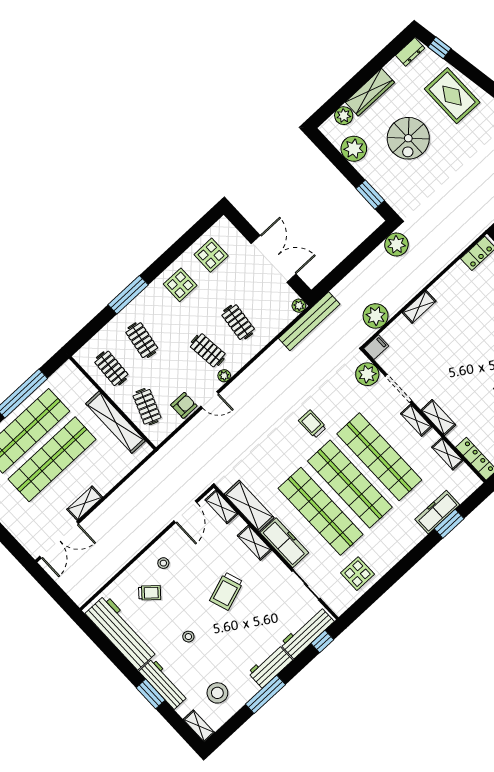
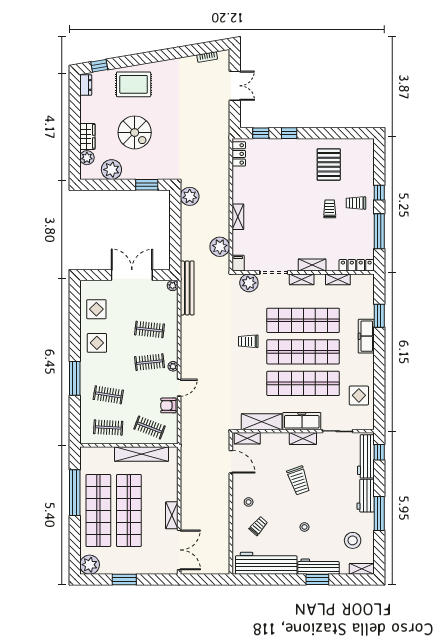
wardrobe: (370, 92) -> (87, 136), width x0.67
armchair: (184, 405) -> (168, 405), turned -90
freezer: (437, 512) -> (366, 336), moved
shelving: (254, 543) -> (303, 439), moved

